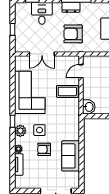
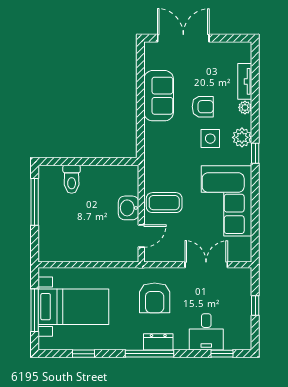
armchair: (73, 34) -> (155, 298), turned 90
washbasin: (89, 107) -> (129, 208), moved

